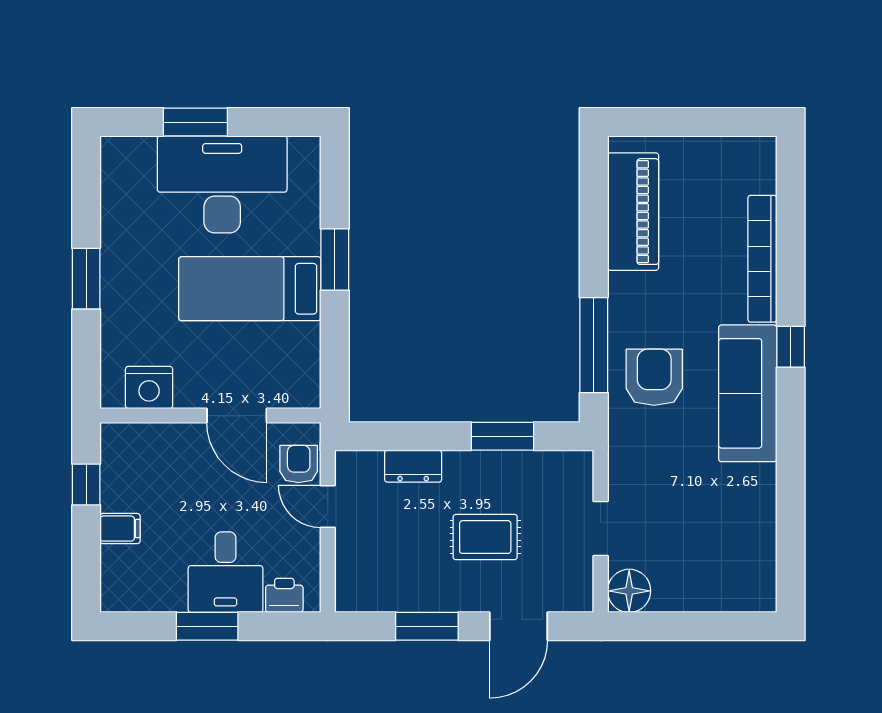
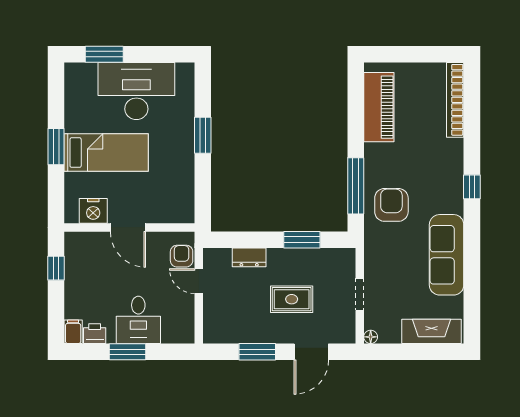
window: (195, 122) -> (104, 54), moved
bookcase: (762, 259) -> (455, 100), moved
bed: (250, 289) -> (106, 153), moved, turned 180
sofa: (748, 393) -> (447, 255), moved
door: (237, 416) -> (128, 227), moved
filing cabinet: (120, 529) -> (73, 332), moved, turned -90
floor lamp: (629, 591) -> (371, 337), width x0.53, depth x0.53
fireplace: (722, 592) -> (431, 331), added
printer: (284, 595) -> (95, 334), moved

